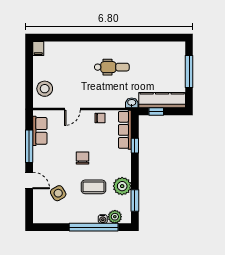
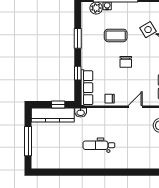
plant: (122, 186) -> (89, 36), removed
window: (135, 200) -> (78, 38), moved

